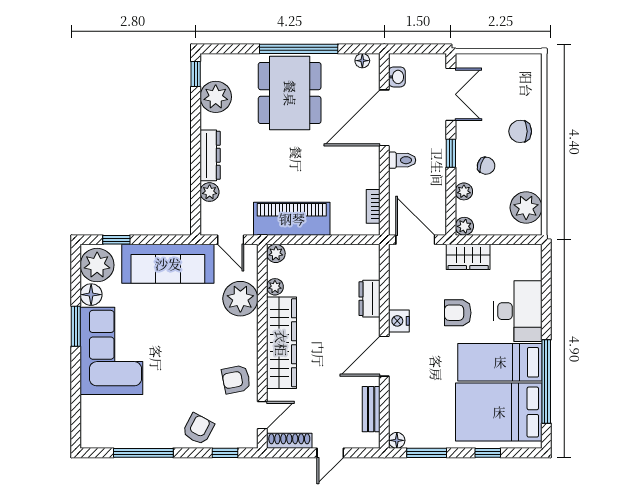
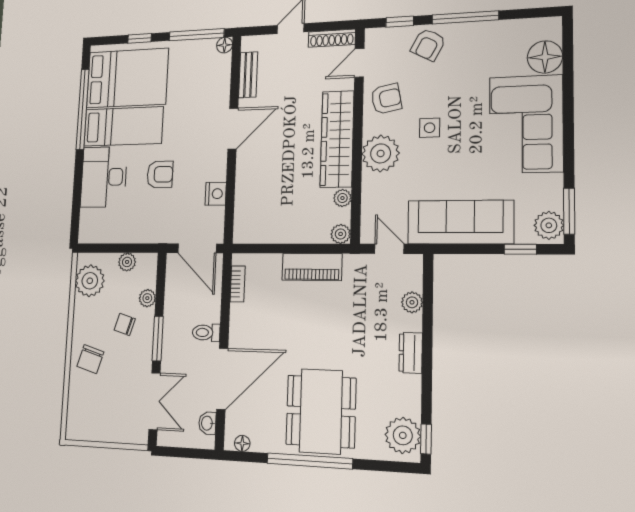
double door: (451, 94) -> (154, 401), swing flipped
plant: (216, 97) -> (403, 435), moved
chair: (520, 131) -> (90, 359), turned 107
window: (451, 153) -> (158, 339), width x1.50
dresser: (210, 155) -> (411, 353), width x0.70
piano: (292, 219) -> (312, 267), width x0.73, depth x0.75
plant: (464, 226) -> (127, 262), moved
wardrobe: (468, 257) -> (147, 231), removed
plant: (97, 265) -> (549, 225), width x0.73, depth x0.73
floor lamp: (91, 295) -> (545, 57), moved, width x1.38, depth x1.38
plant: (240, 299) -> (381, 153), moved
dresser: (369, 299) -> (245, 187), removed
nightstand: (399, 321) -> (216, 194), moved
window: (76, 326) -> (569, 211), moved
side table: (196, 351) -> (430, 128), added
window: (143, 453) -> (465, 17), moved
window: (427, 453) -> (196, 35), width x1.44

